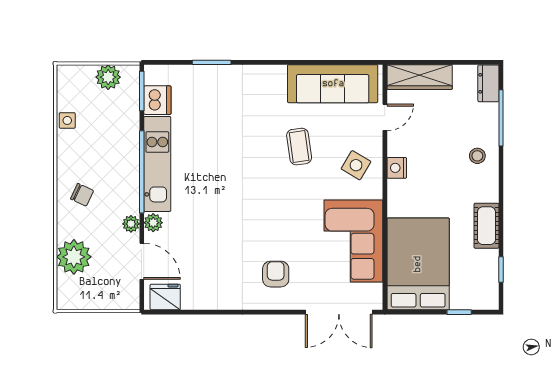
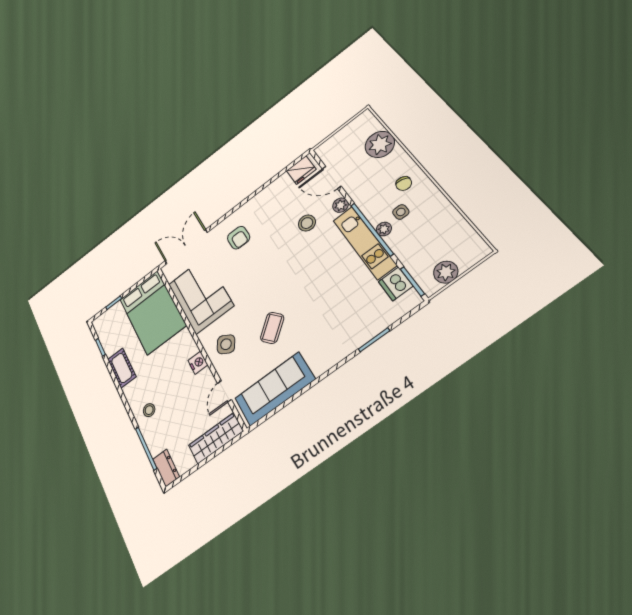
side table: (67, 120) -> (401, 212), moved
coffee table: (299, 147) -> (272, 328), turned 57
chair: (82, 195) -> (404, 184), turned -100
plant: (131, 224) -> (384, 229), moved
stool: (197, 231) -> (307, 223), added

